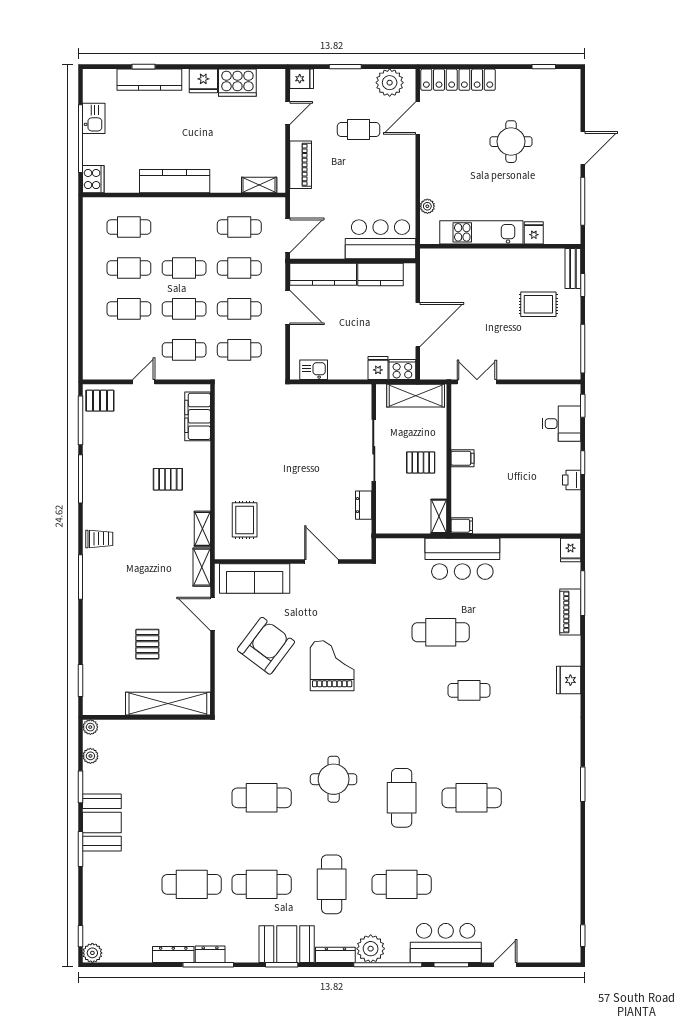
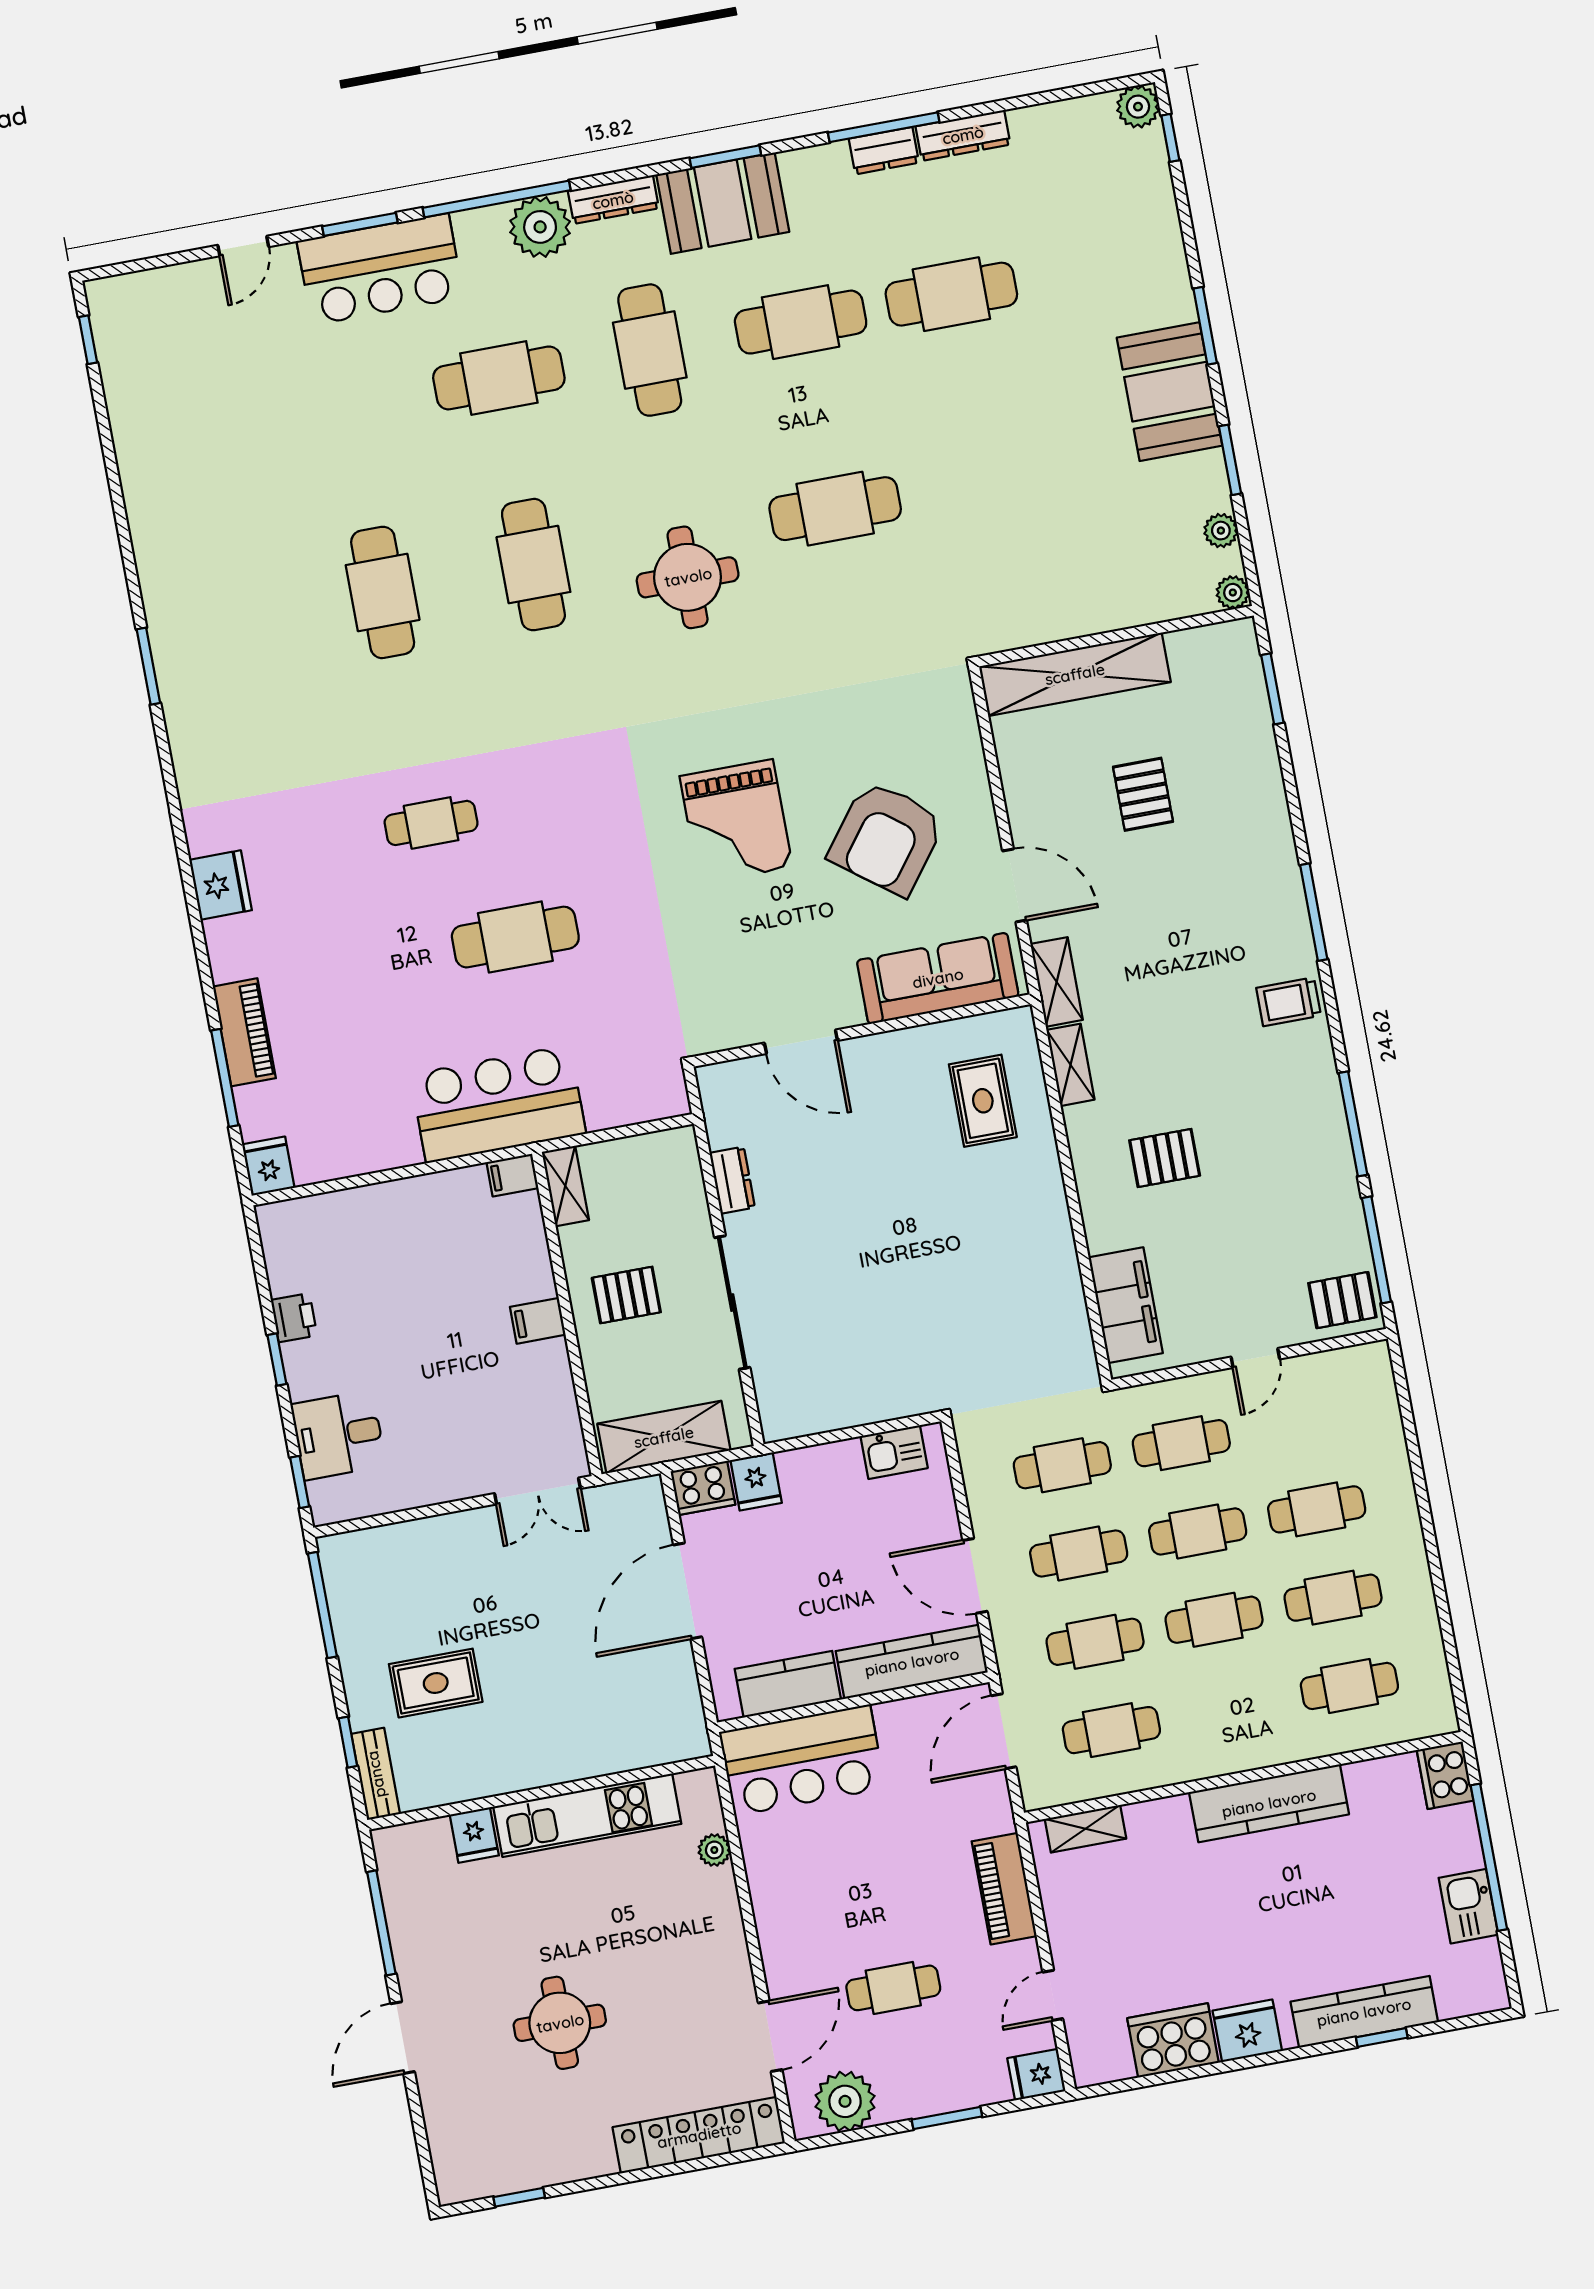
cafe table: (472, 798) -> (383, 592), turned 90

